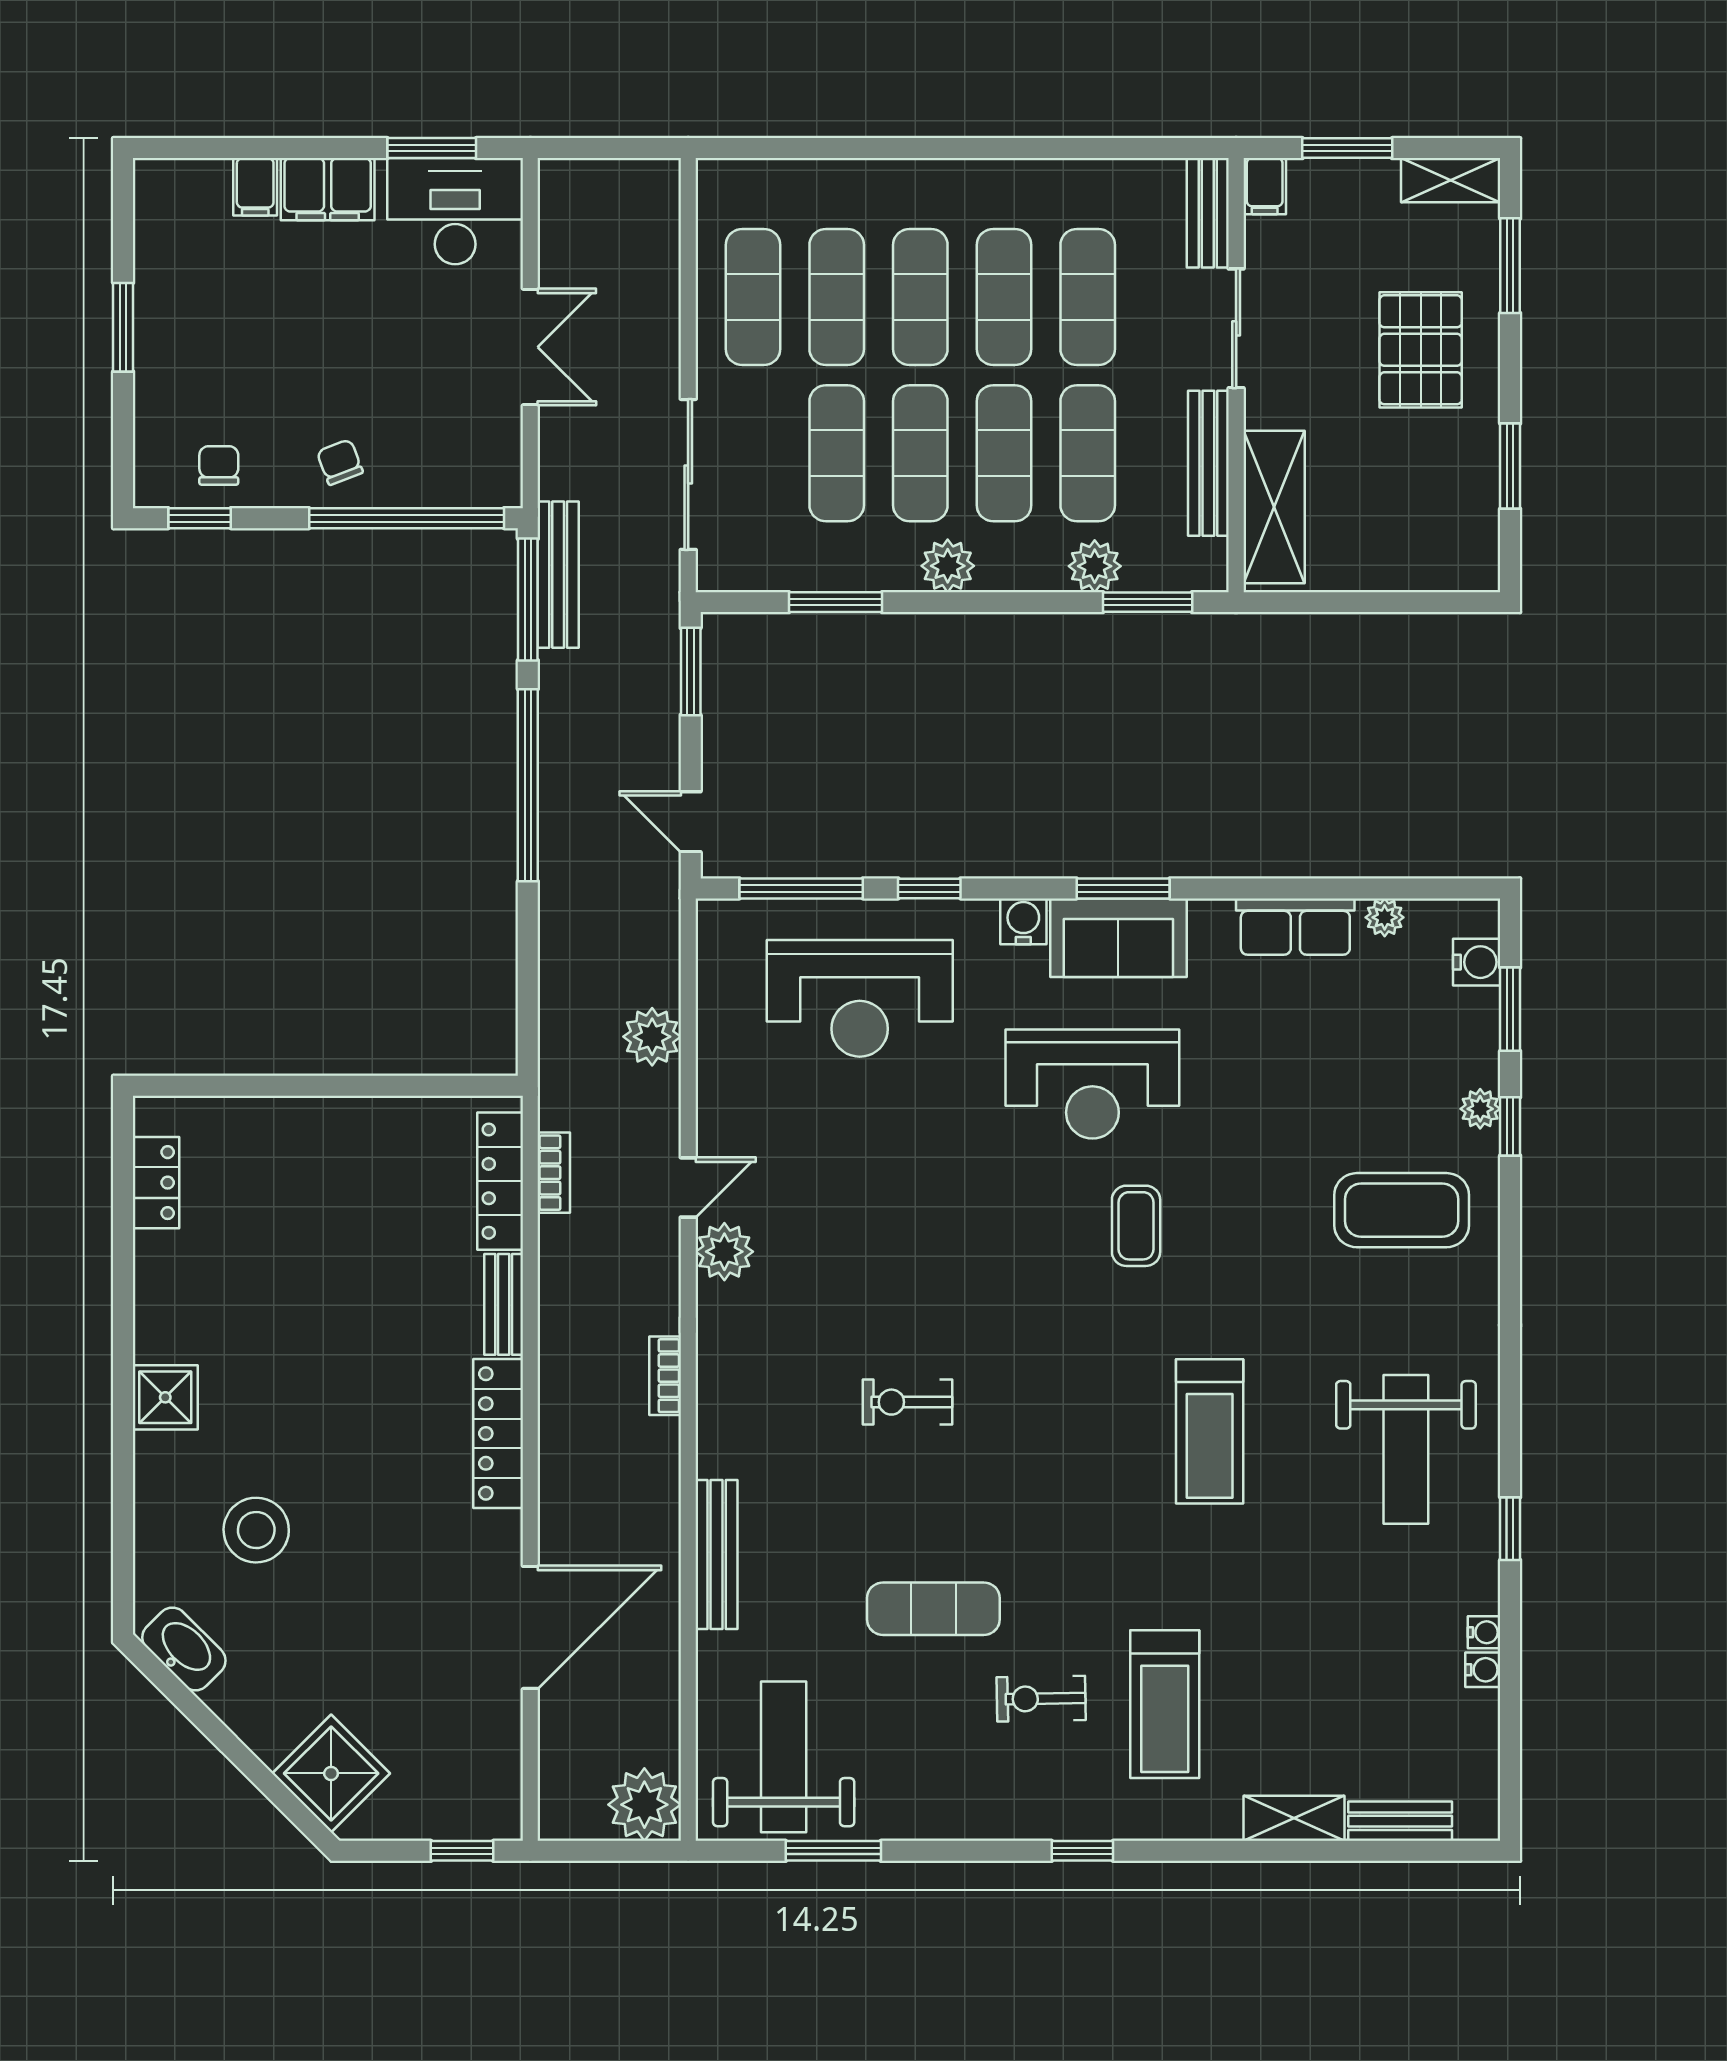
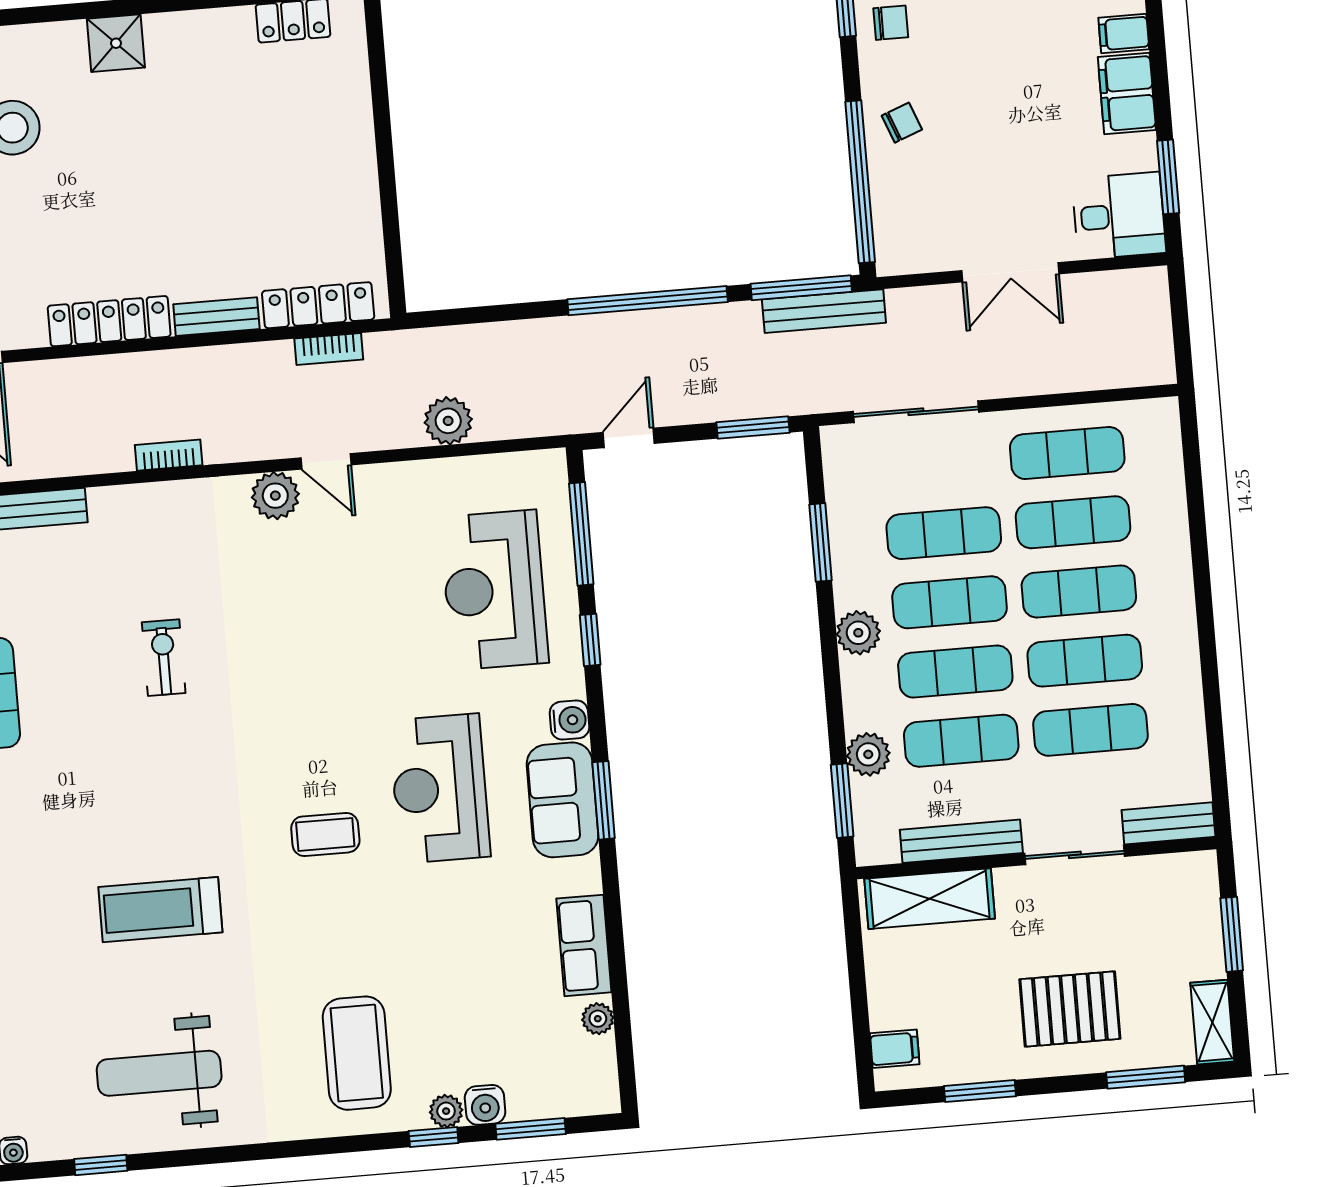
filing cabinet: (1265, 186) -> (895, 1049), moved, turned 180
desk: (455, 211) -> (1119, 216), width x0.73
water cooler: (1477, 962) -> (485, 1105), moved

